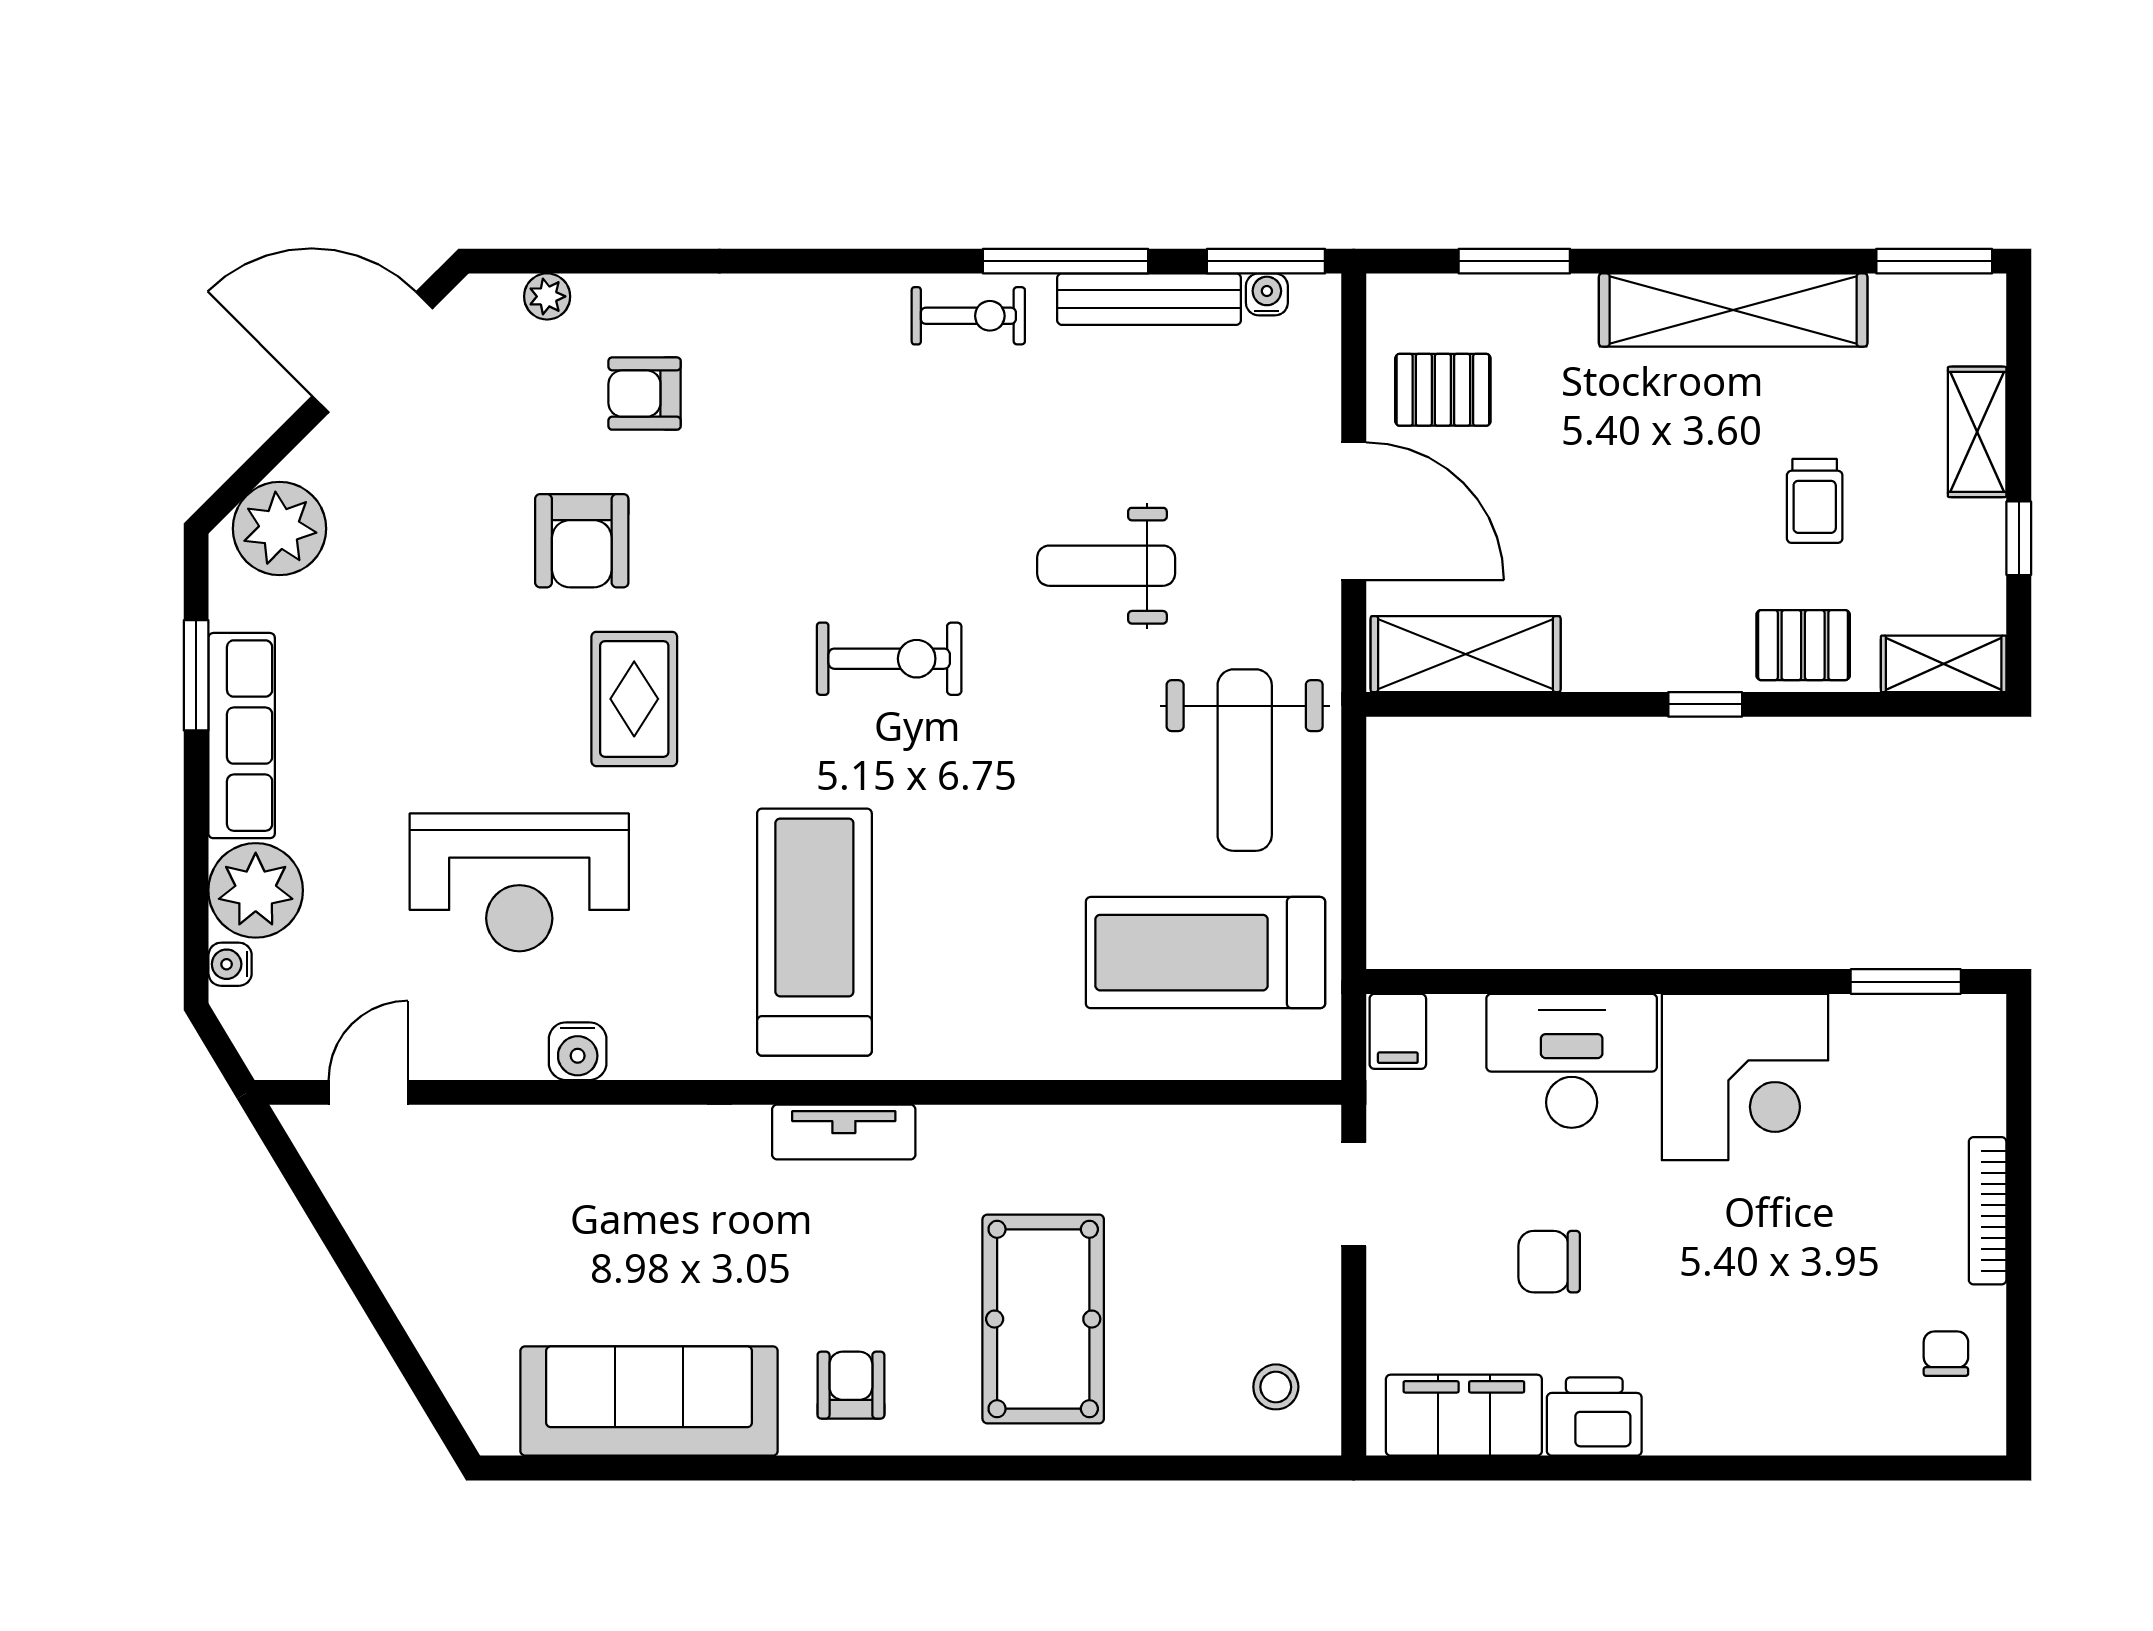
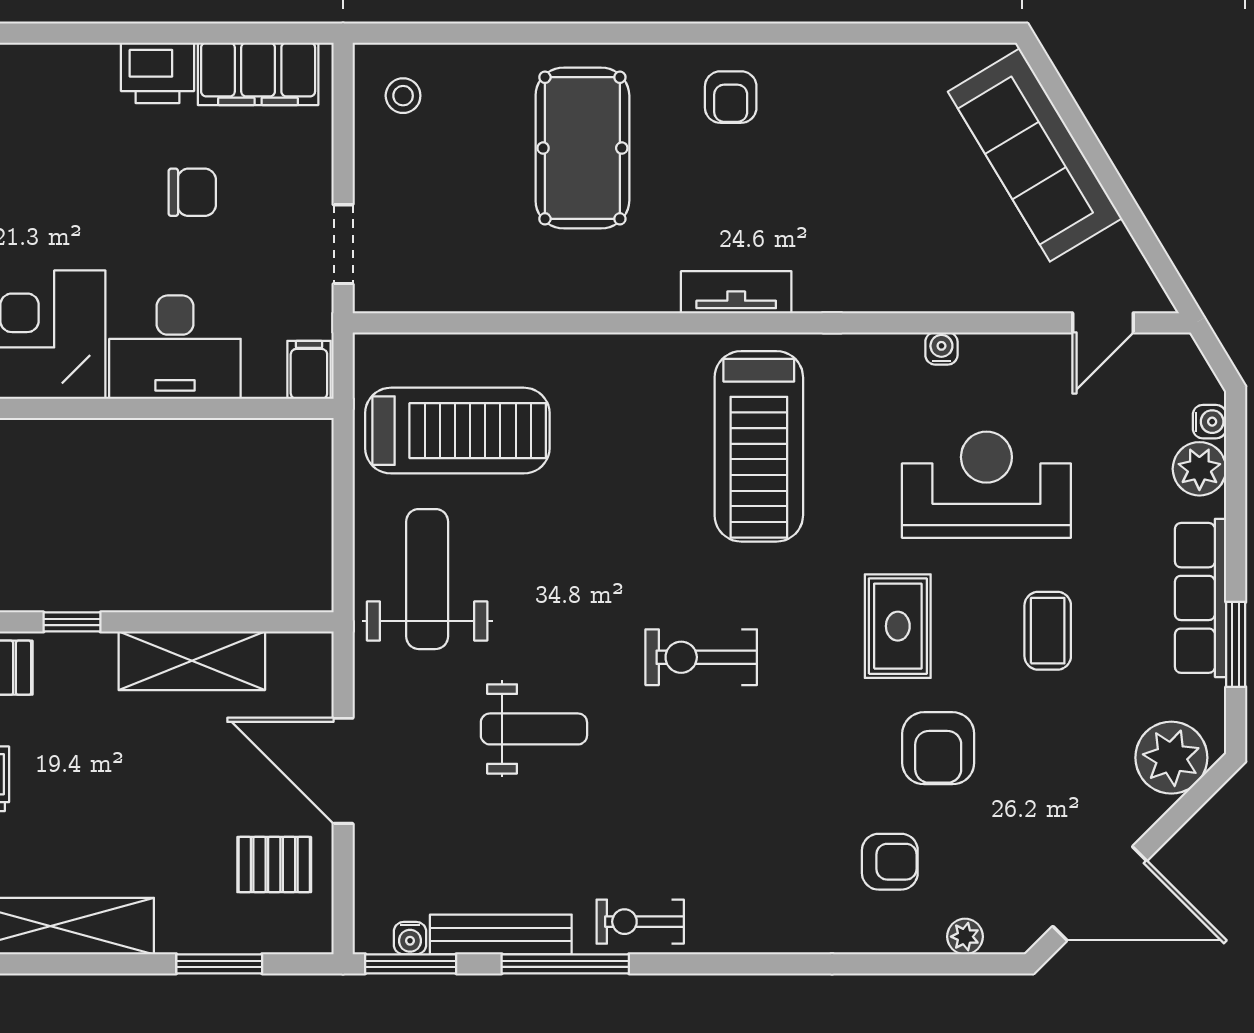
armchair: (582, 541) -> (938, 748), turned 180
shelving: (1466, 654) -> (192, 661), moved
coffee table: (440, 693) -> (1048, 631), added
plant: (256, 890) -> (1199, 469), width x0.73, depth x0.73
water cooler: (578, 1051) -> (941, 348), width x0.72, depth x0.72
sofa: (649, 1401) -> (1035, 155), moved, turned 59

